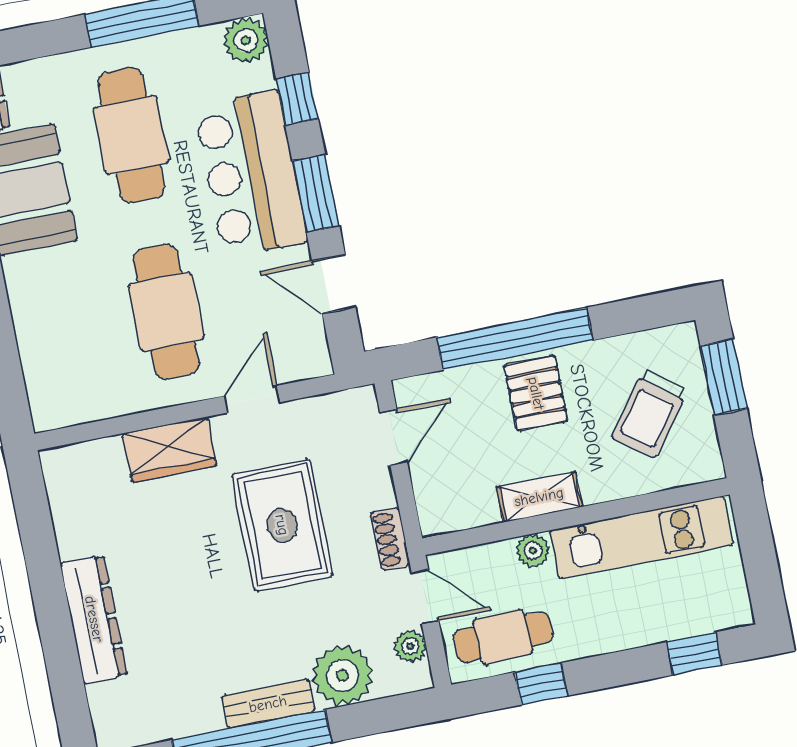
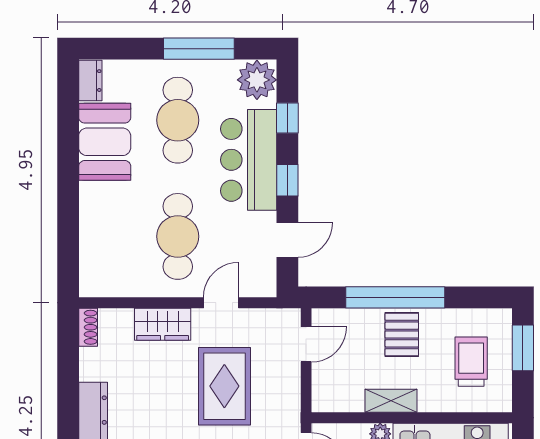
plant: (246, 40) -> (257, 80), width x1.36, depth x1.36
window: (316, 193) -> (287, 180), width x0.67
door: (334, 284) -> (287, 240), swing flipped
trolley: (649, 414) -> (471, 362), turned 143
shoe rack: (391, 539) -> (88, 327), moved, turned 180

